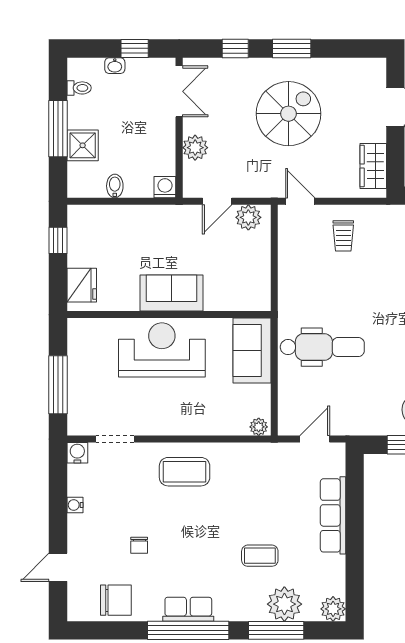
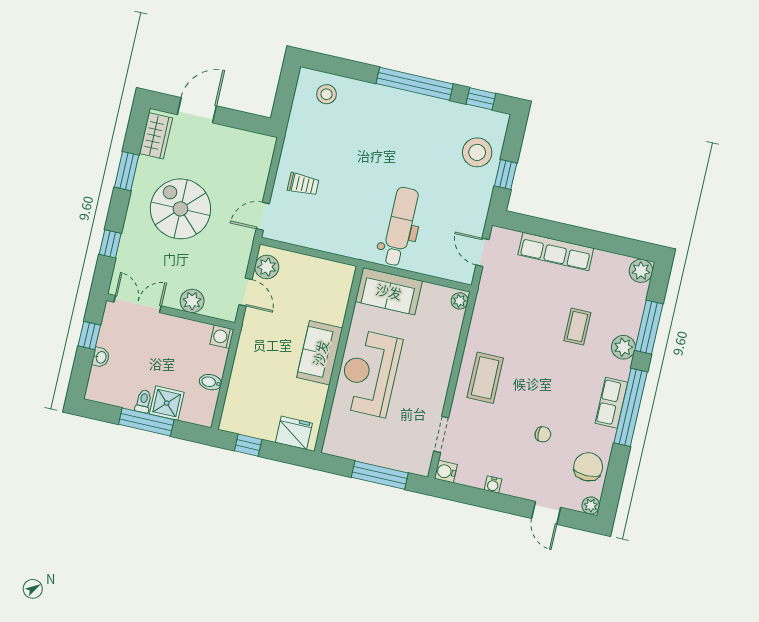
window: (292, 48) -> (127, 171), moved
toilet: (79, 88) -> (143, 401), moved
wardrobe: (373, 166) -> (156, 136), moved, turned -90
plant: (284, 604) -> (623, 347), moved, width x0.73, depth x0.73
plant: (76, 612) -> (591, 505), added

